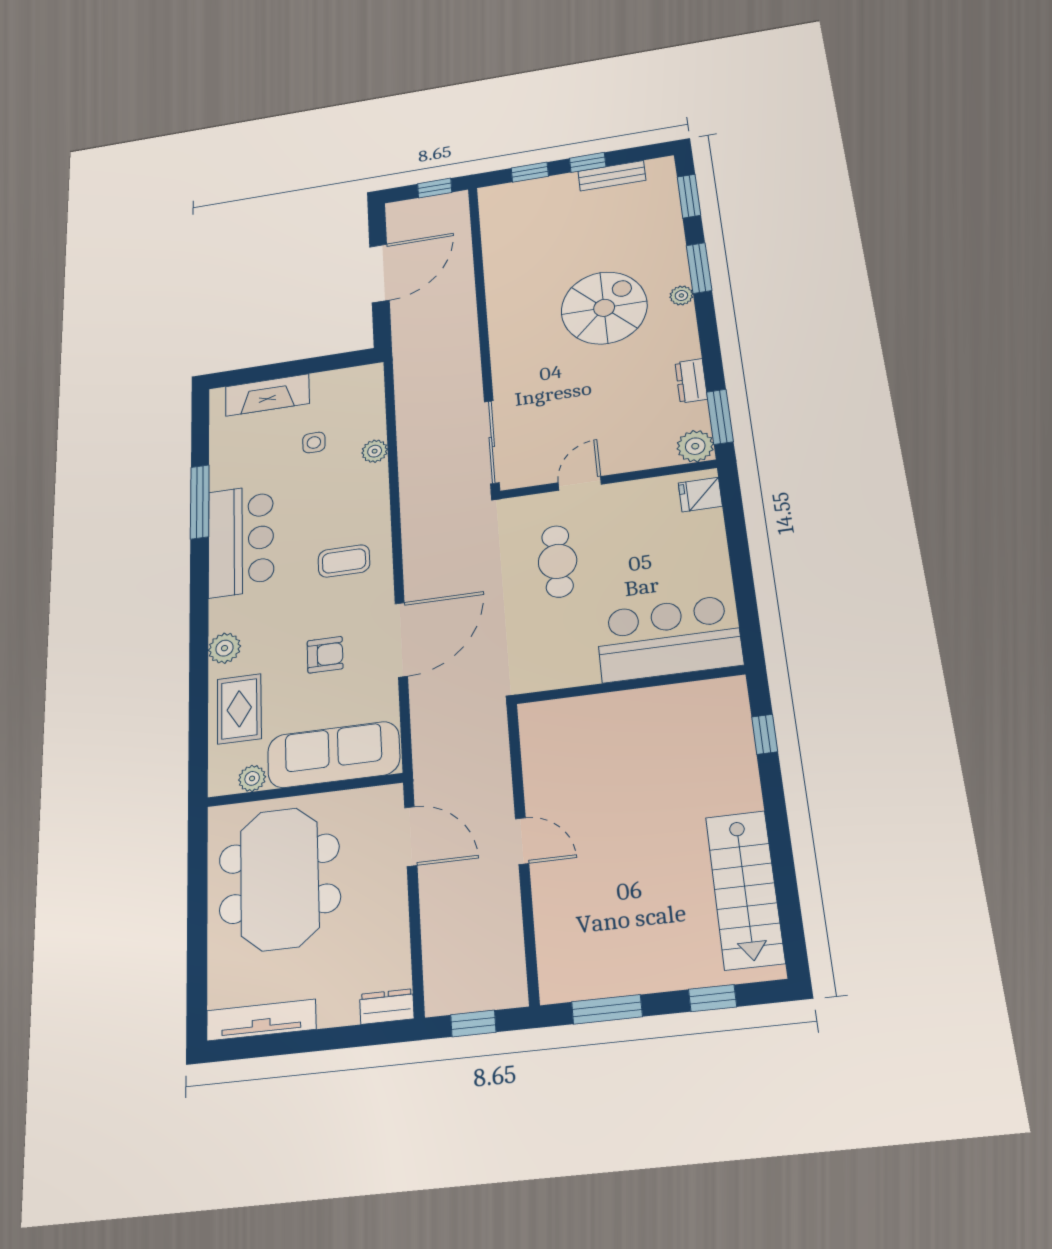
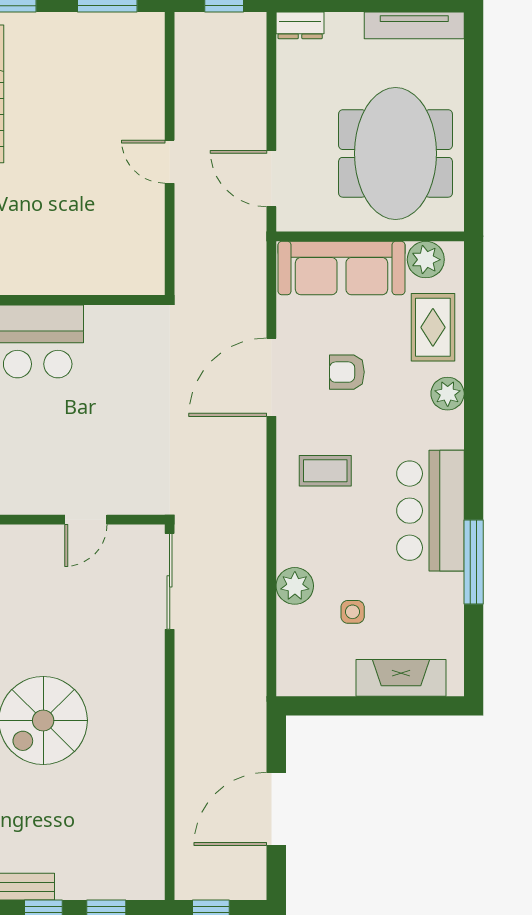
plant: (375, 451) -> (295, 586), width x1.38, depth x1.38
cafe table: (557, 561) -> (115, 438), removed
plant: (252, 778) -> (426, 260), width x1.38, depth x1.38

